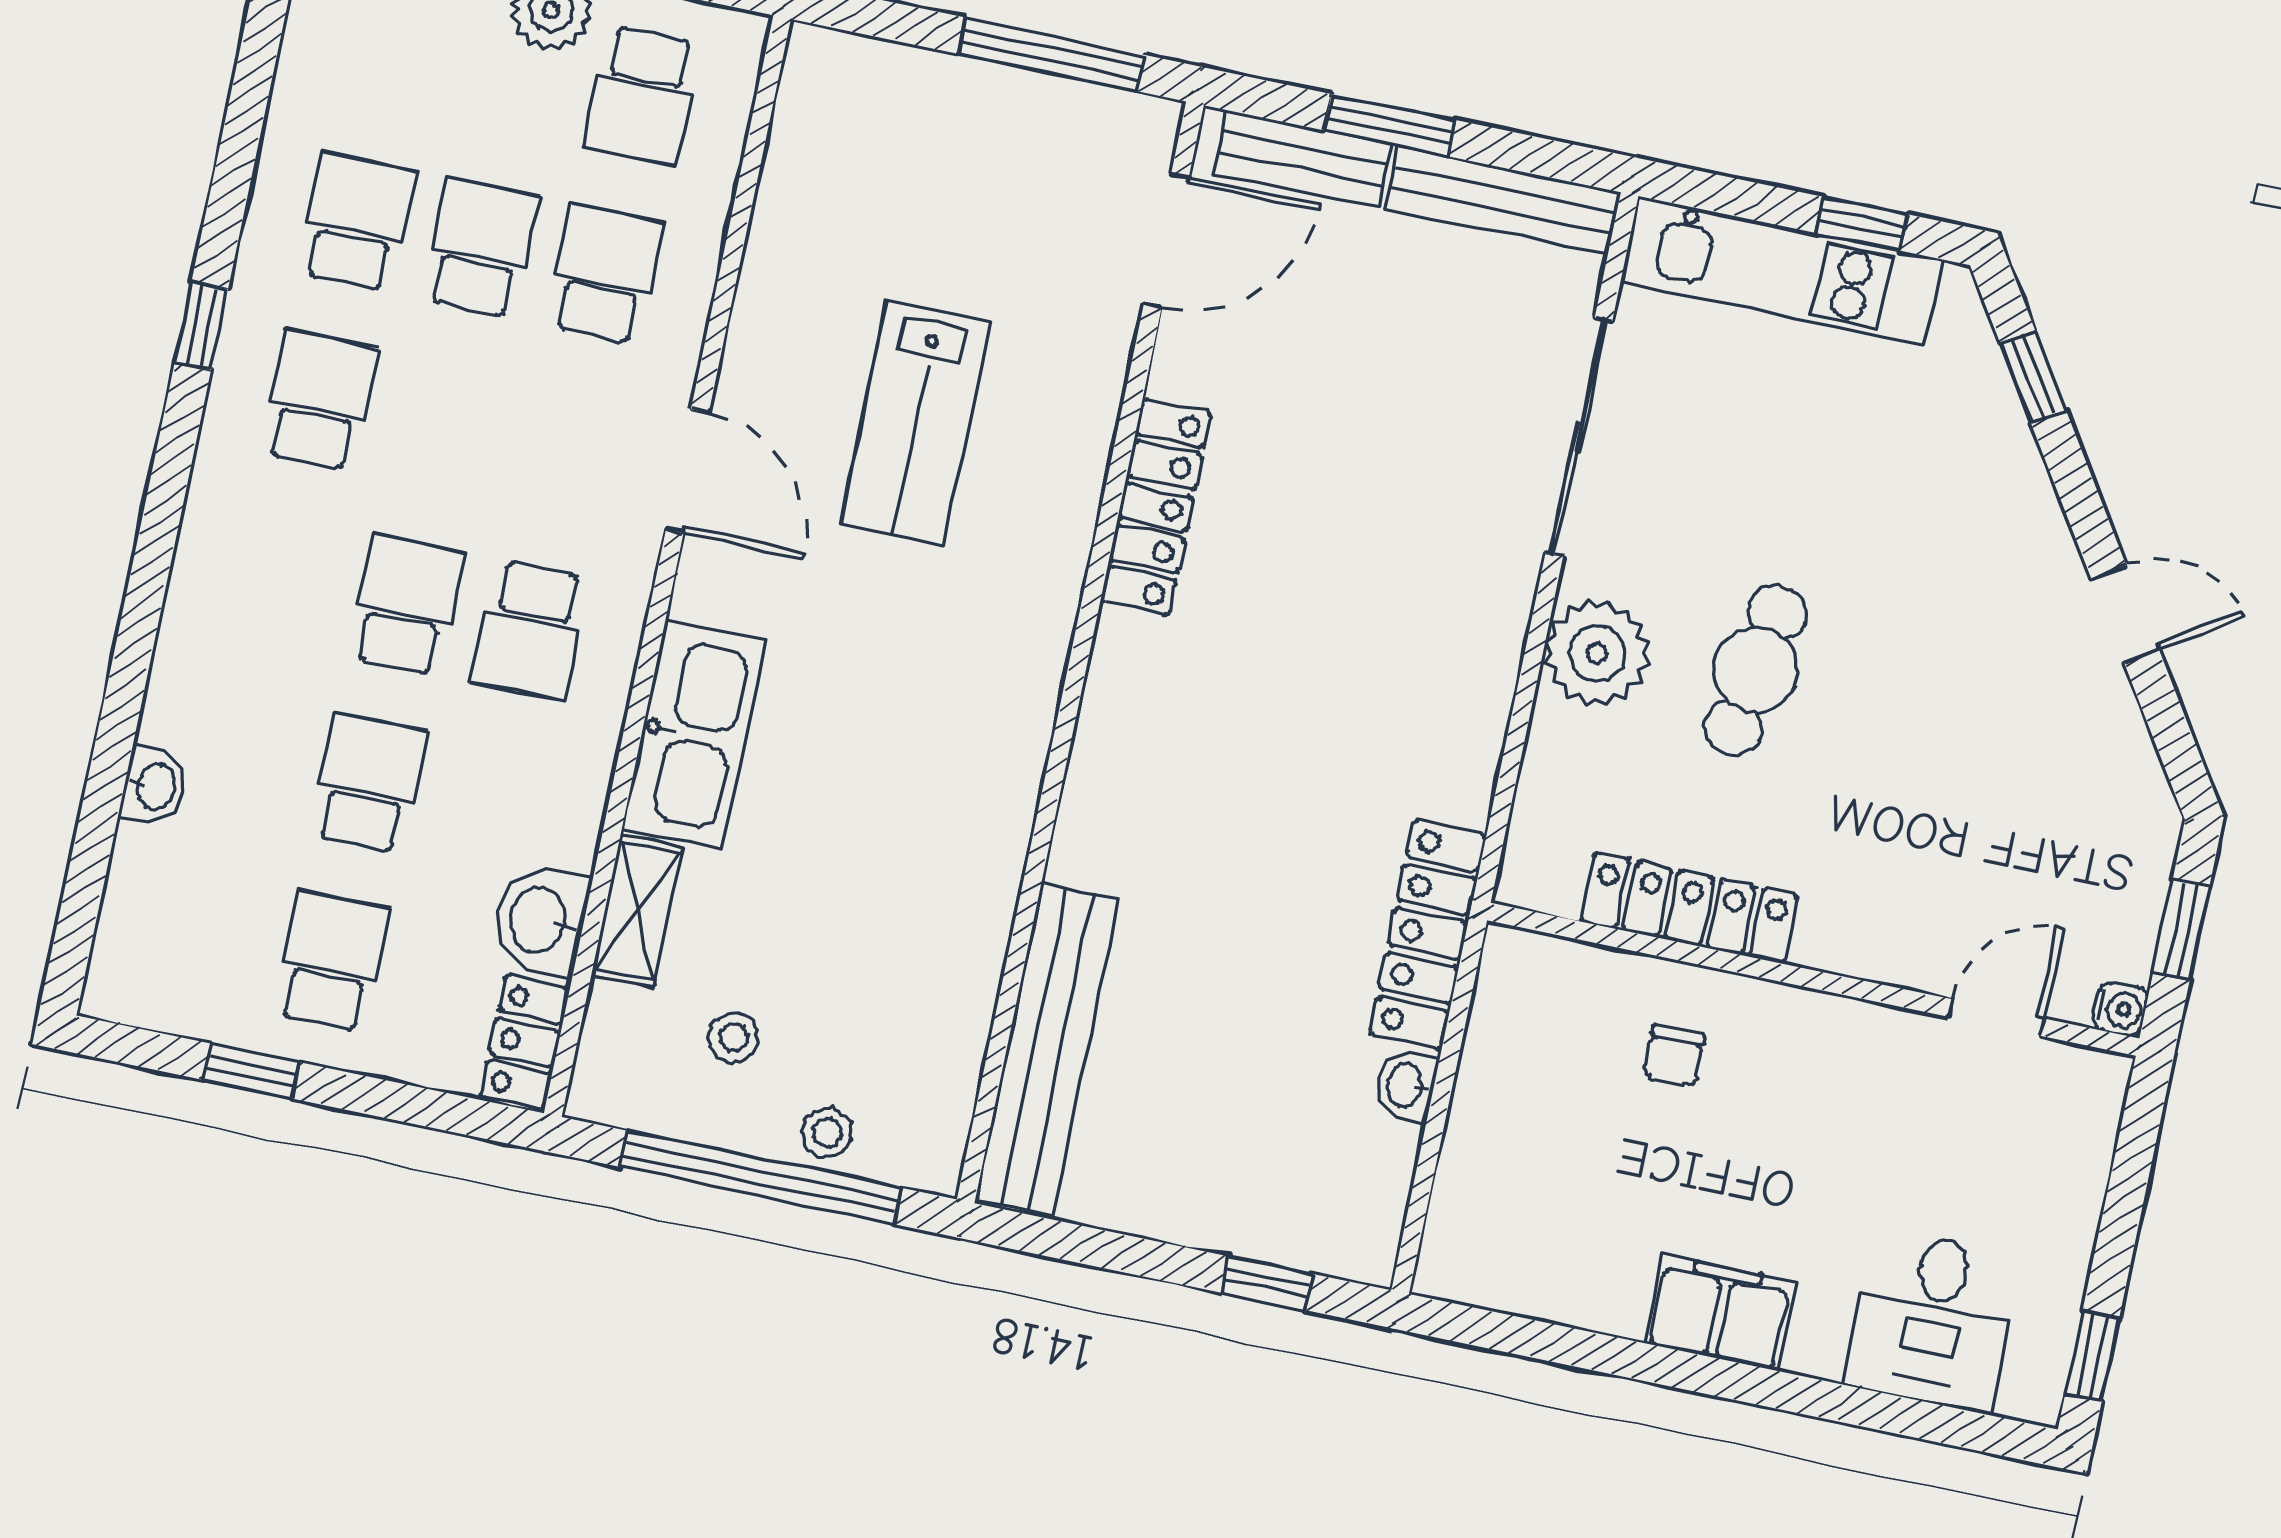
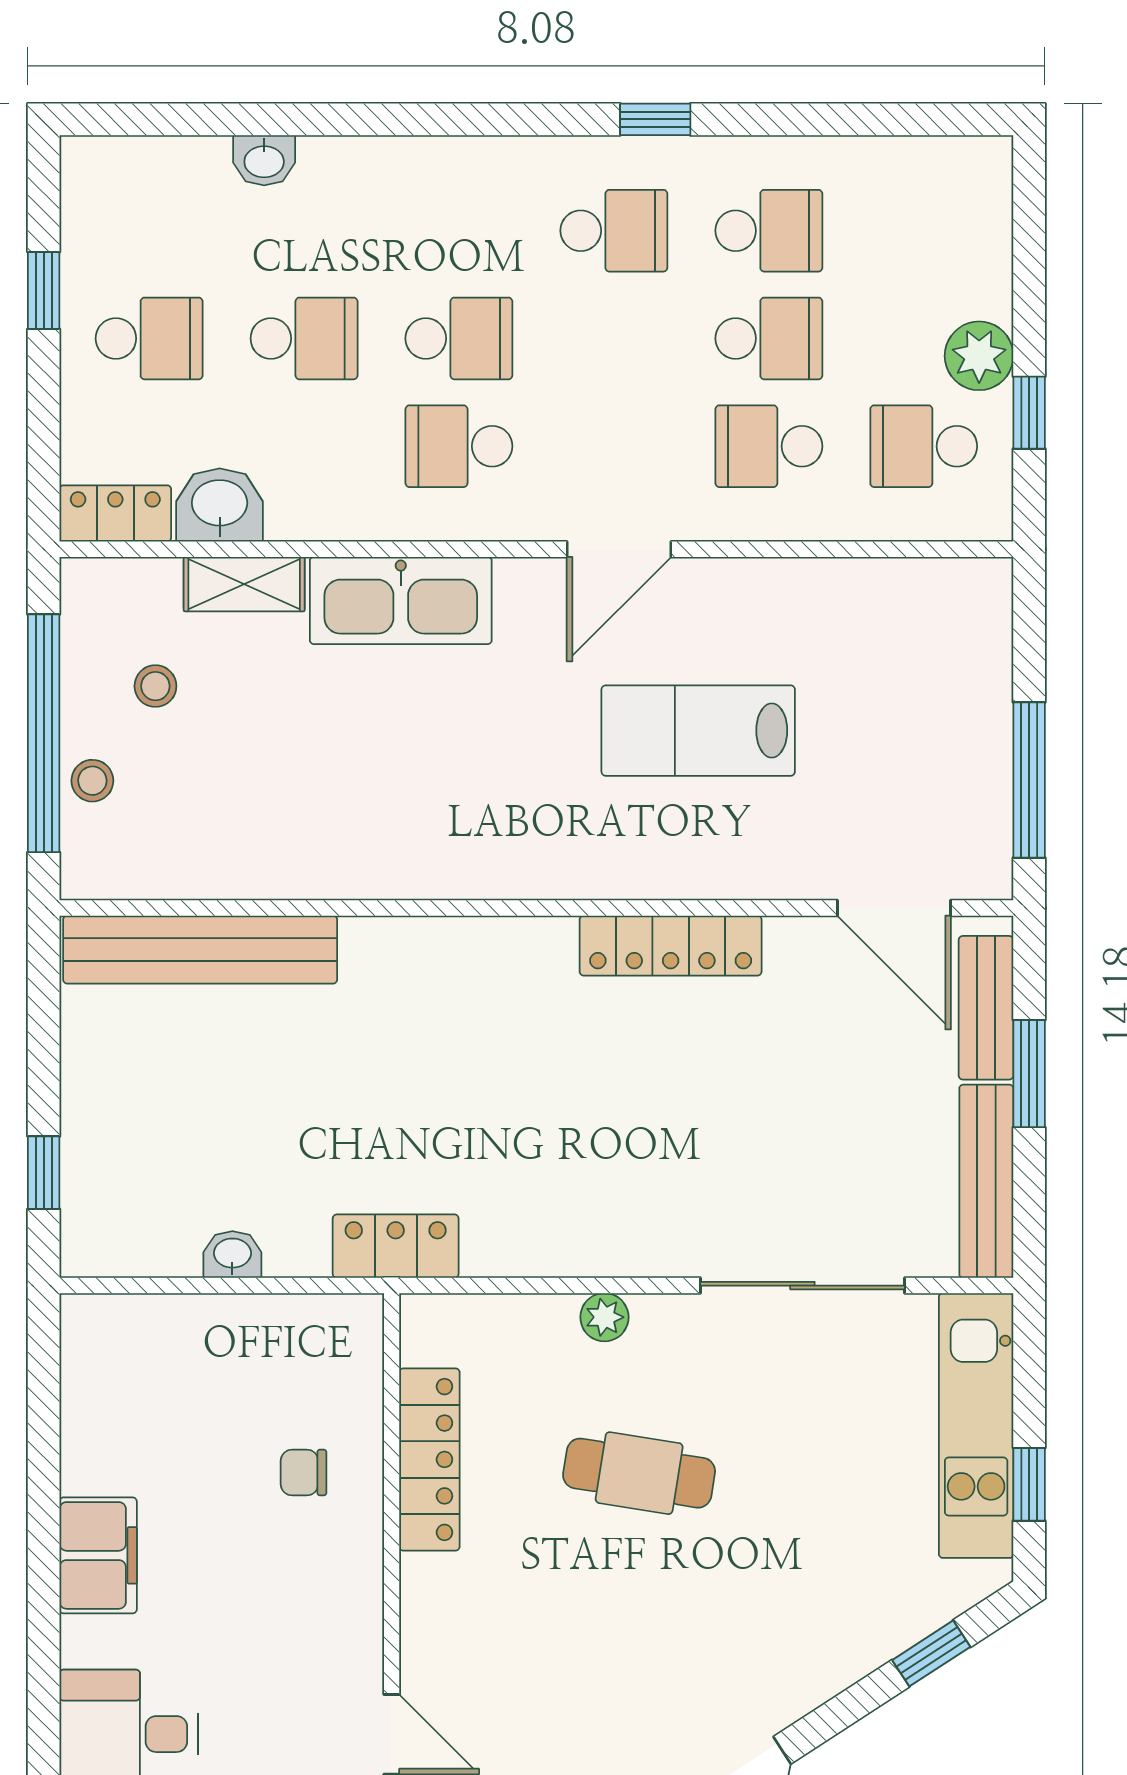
school desk: (605, 274) -> (769, 446), turned 180
plant: (1597, 653) -> (604, 1317), width x0.53, depth x0.53
locker: (1428, 934) -> (396, 1246), width x0.66

